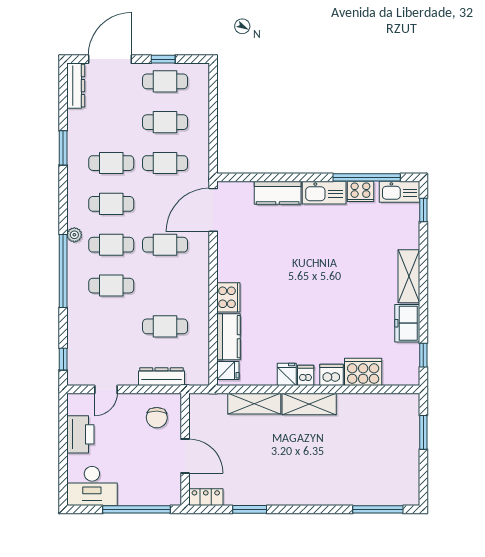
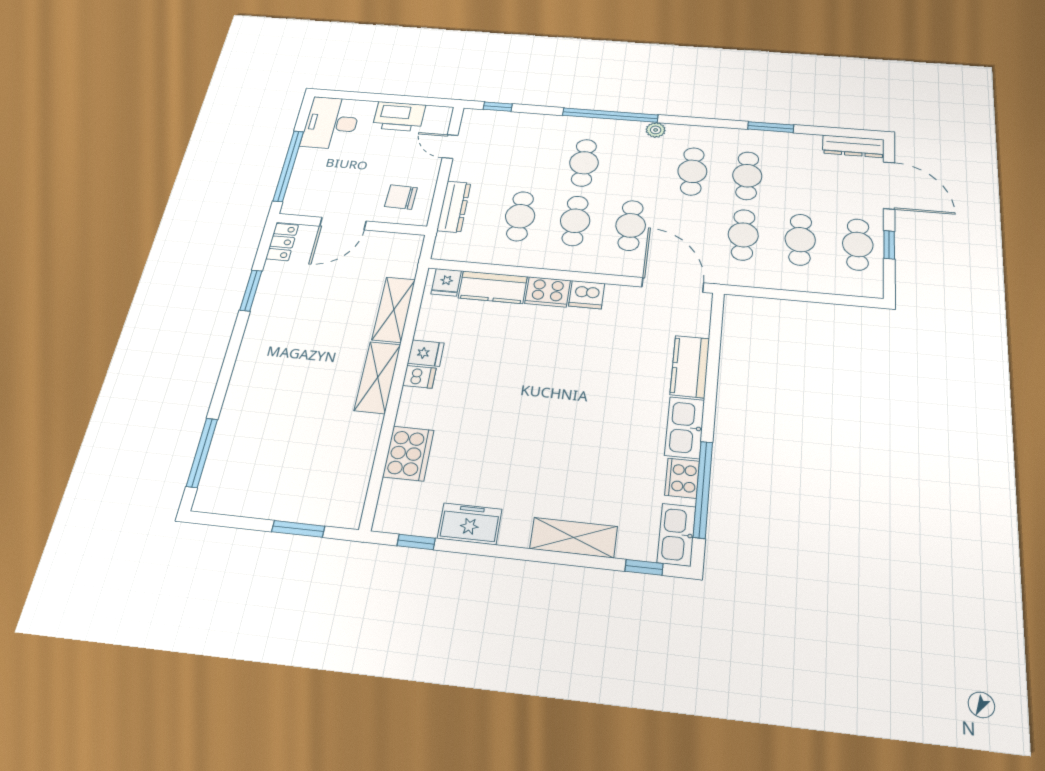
cafe table: (111, 245) -> (575, 221), moved
shelving: (409, 276) -> (574, 538), moved
dishwasher: (331, 375) -> (587, 295), moved, turned 90

